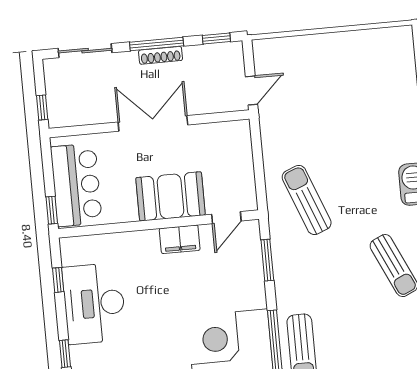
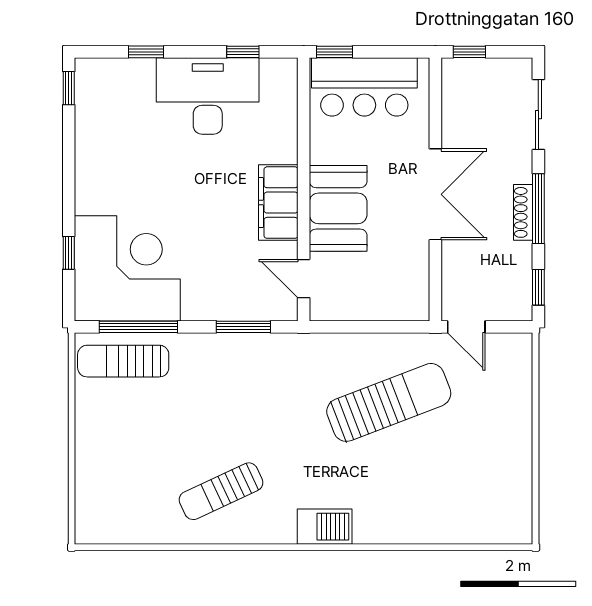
sun lounger: (307, 200) -> (389, 402), moved, width x1.36, depth x1.34
filing cabinet: (180, 239) -> (278, 203), width x1.50, depth x1.17

